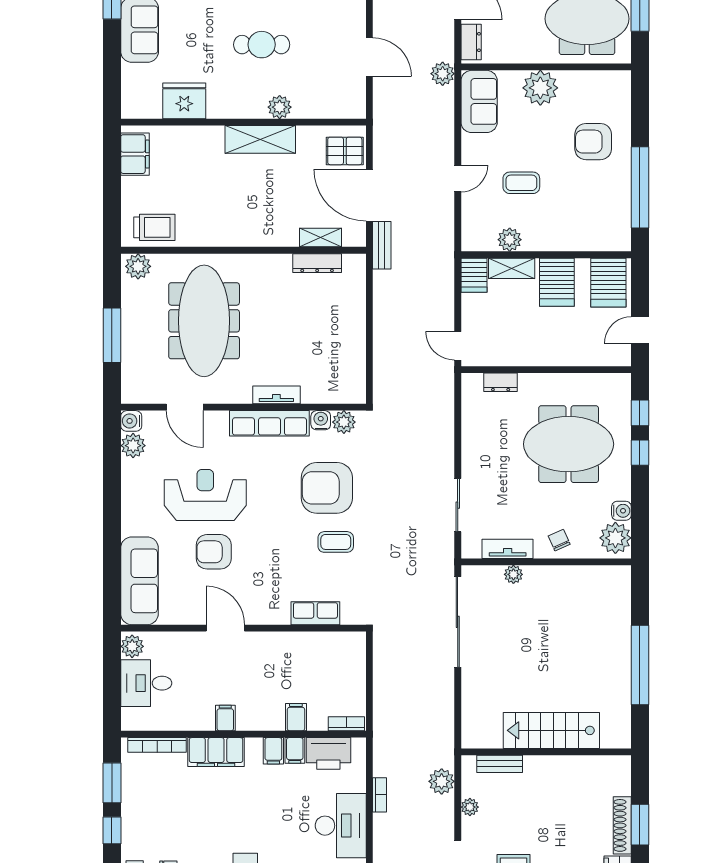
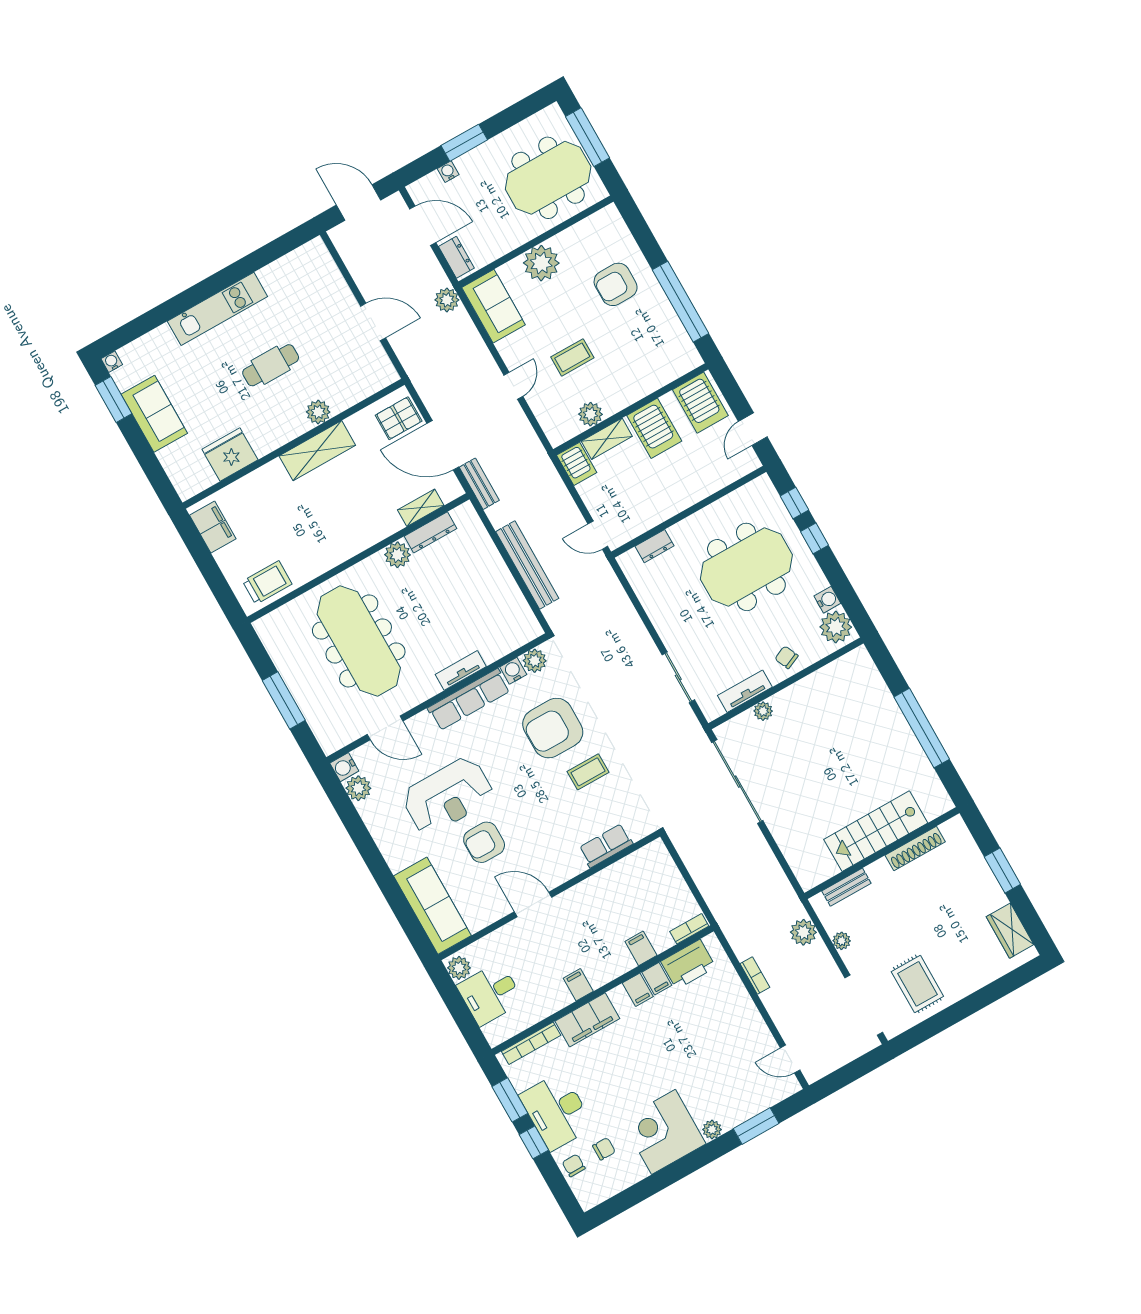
plant: (138, 266) -> (398, 555), moved
bench: (383, 337) -> (527, 565), added
reception desk: (205, 495) -> (448, 796), turned 180
shoe rack: (622, 825) -> (915, 849), moved, turned -90
desk: (341, 826) -> (556, 1111), moved, turned 180

